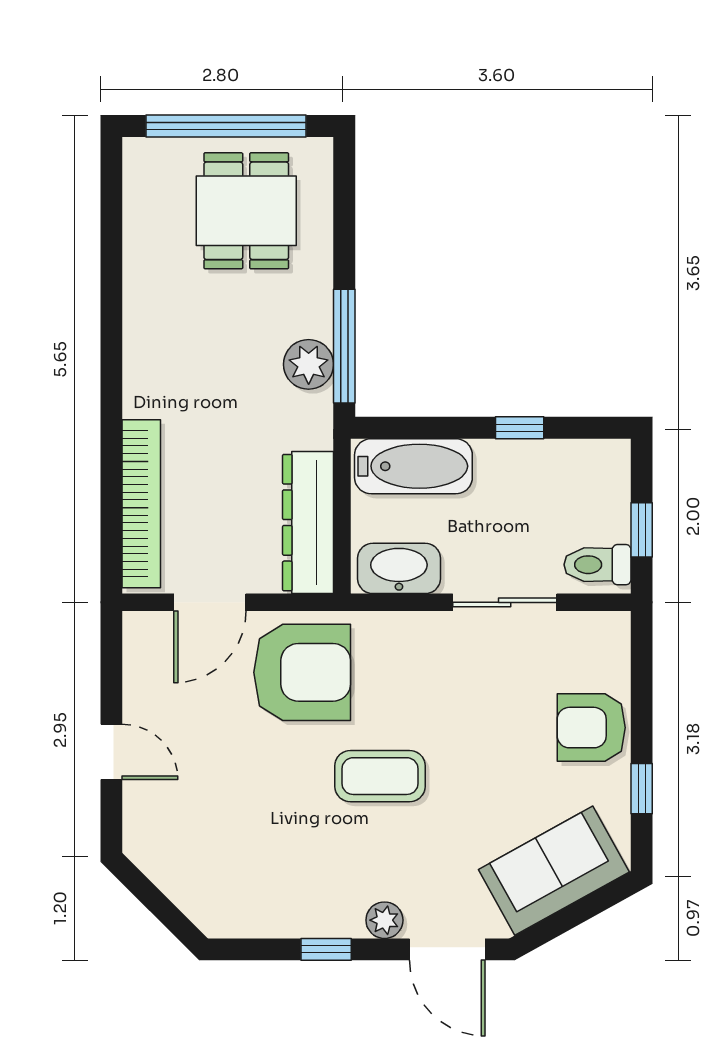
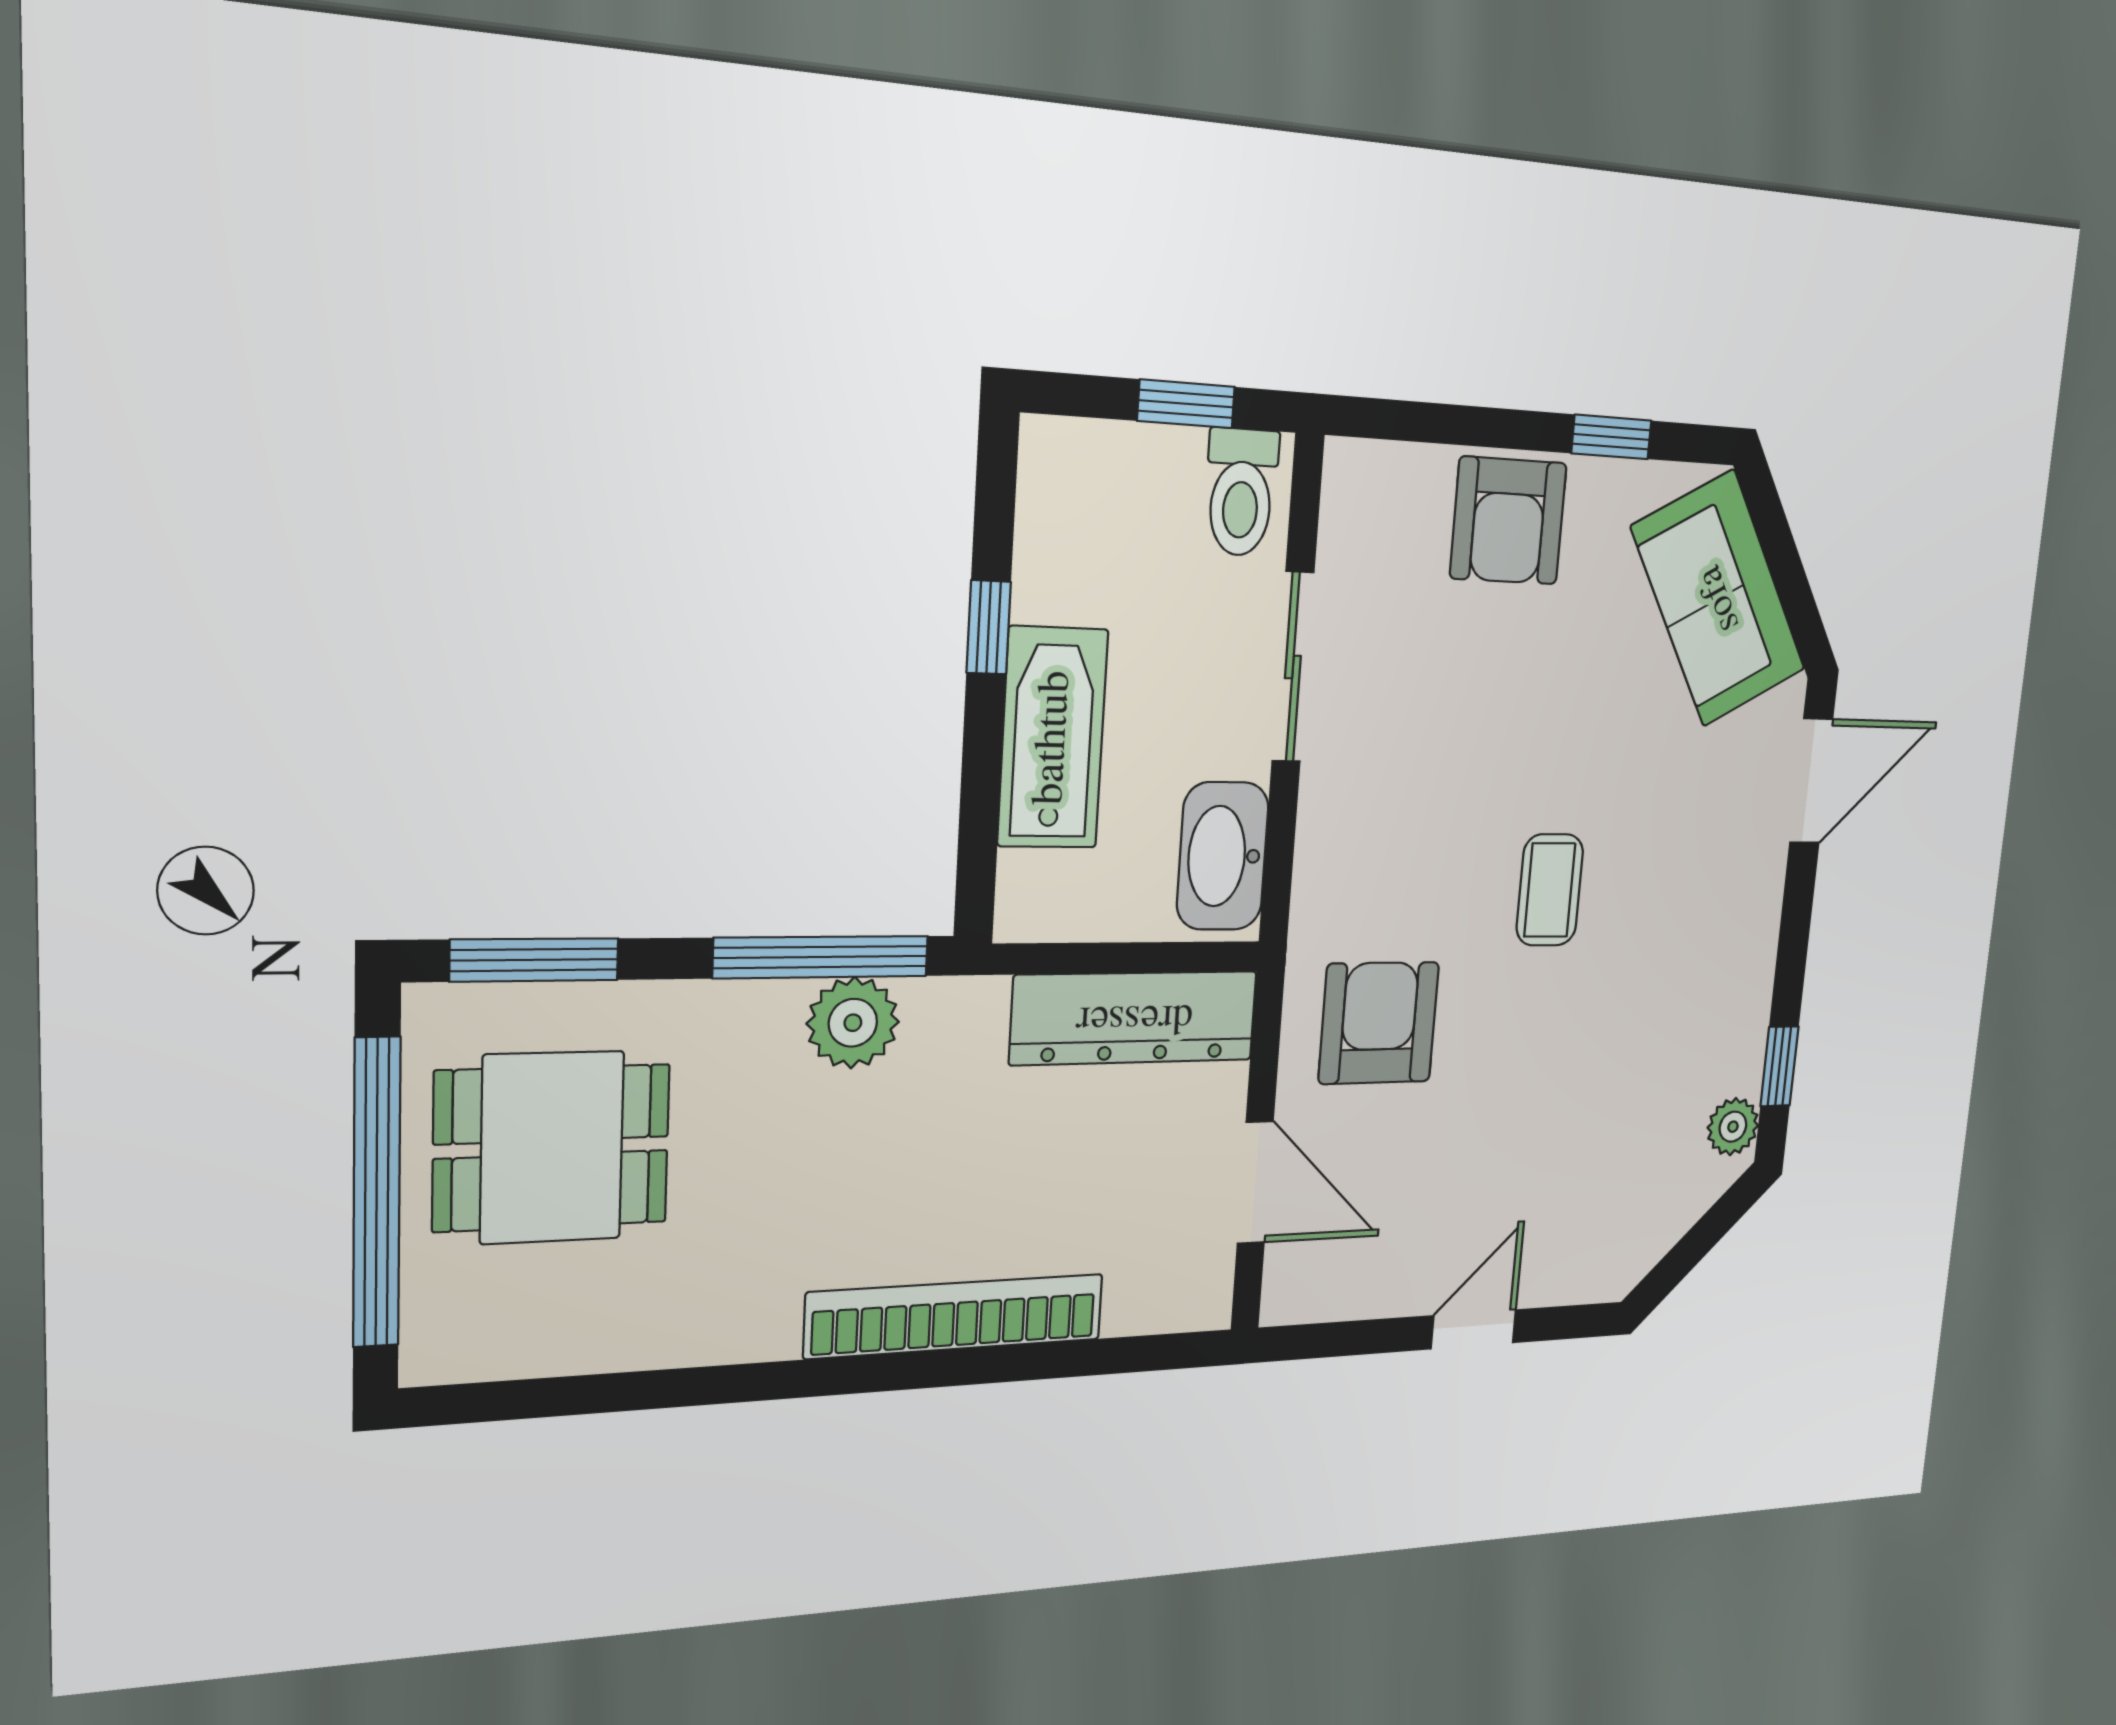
window: (344, 200) -> (535, 960), added
bathtub: (413, 466) -> (1053, 738), moved
bookcase: (141, 504) -> (955, 1316), moved
armchair: (302, 672) -> (1379, 1023), width x0.73, depth x0.73
coffee table: (380, 776) -> (1550, 890), width x0.73, depth x0.77
plant: (384, 920) -> (1733, 1127), moved
window: (326, 949) -> (1779, 1066), moved

